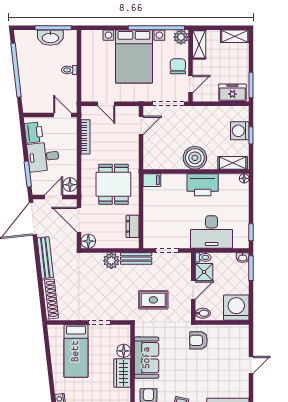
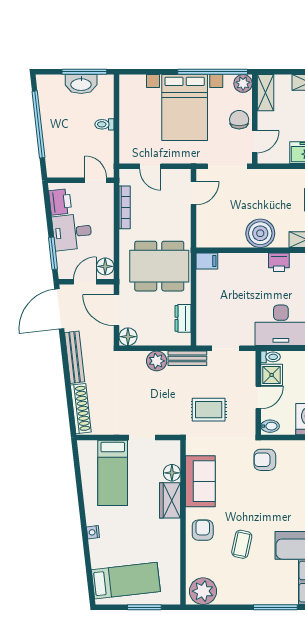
dining table: (113, 184) -> (159, 266), width x1.38
printer: (203, 185) -> (279, 262), width x0.53, depth x0.68

